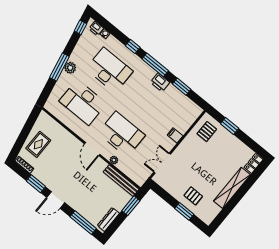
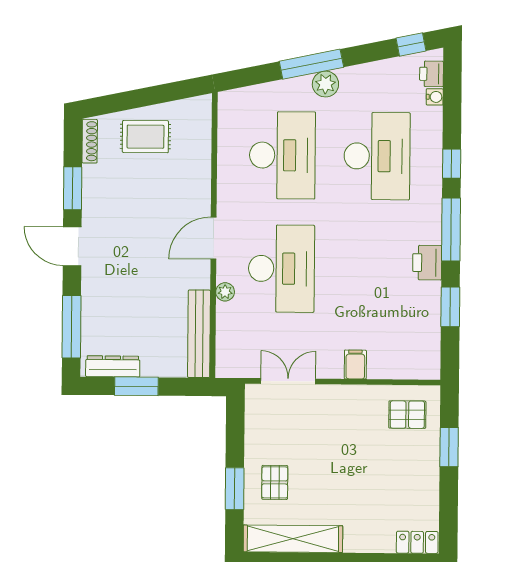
desk: (83, 102) -> (282, 155), turned 180
shelving: (232, 188) -> (293, 539), moved
window: (131, 206) -> (136, 386), moved

